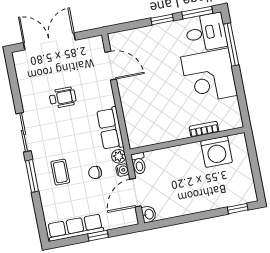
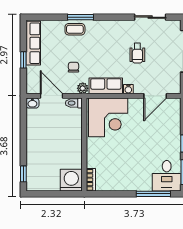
corner desk: (209, 76) -> (108, 117), moved, turned 180
bookcase: (204, 129) -> (91, 180), moved
sliding door: (24, 132) -> (150, 17), moved
washing machine: (216, 152) -> (71, 180), moved, turned 90
water cooler: (122, 170) -> (128, 89), moved
coffee table: (60, 172) -> (75, 29), moved

